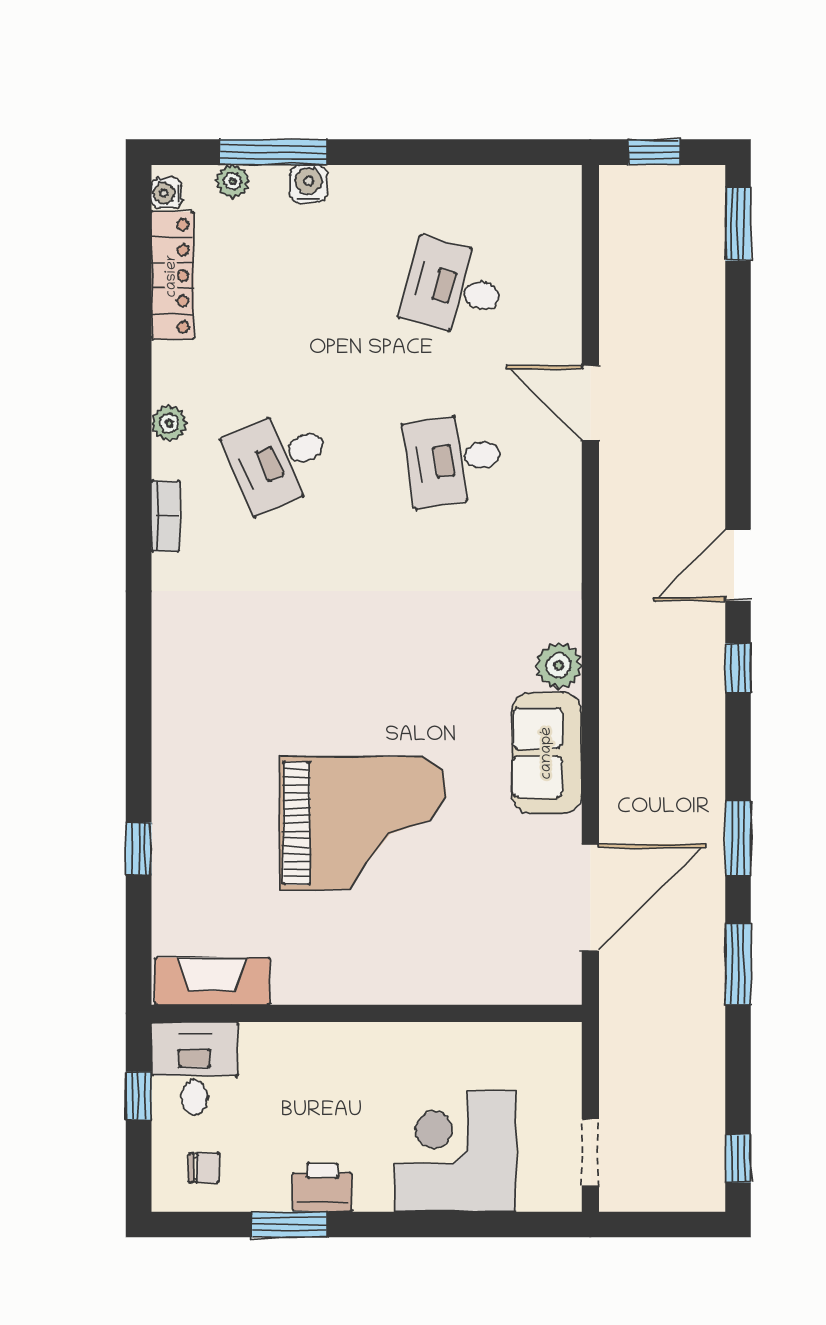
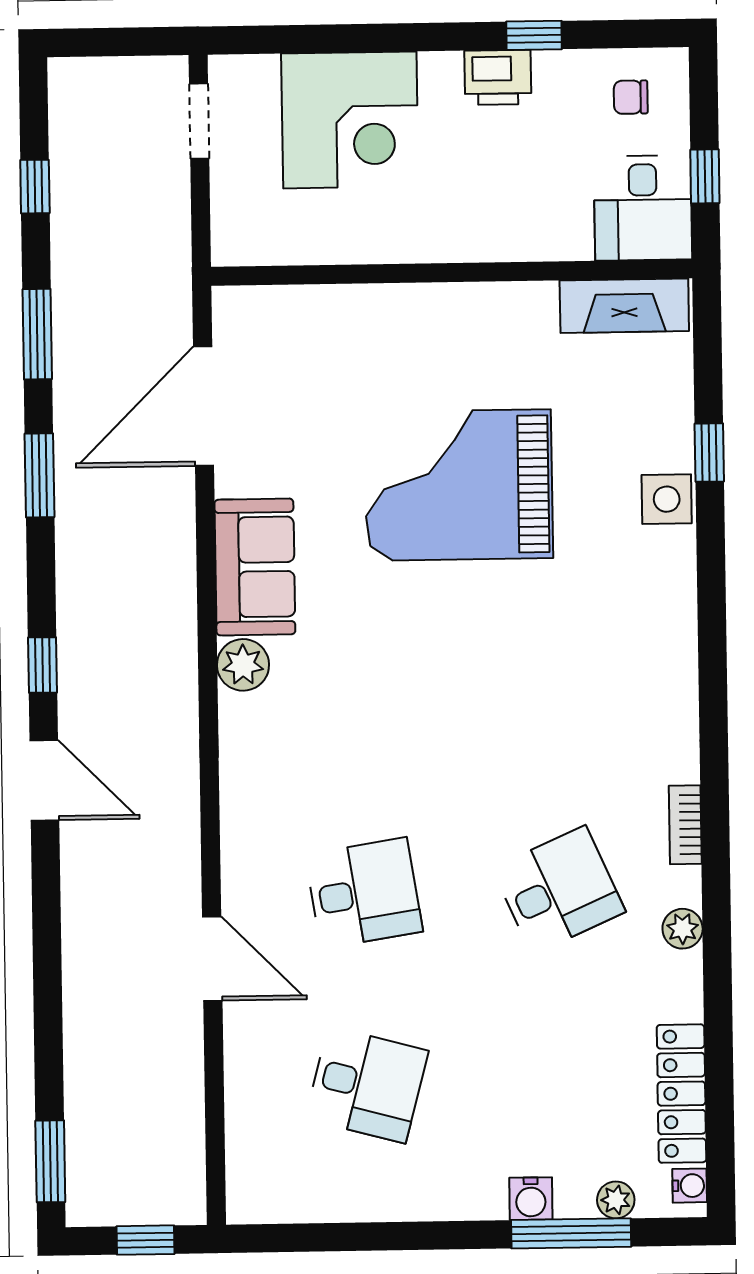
door: (738, 565) -> (44, 780), hinge flipped
side table: (177, 808) -> (667, 499), added
window: (738, 1158) -> (35, 187), moved
window: (289, 1224) -> (534, 35), width x0.67

